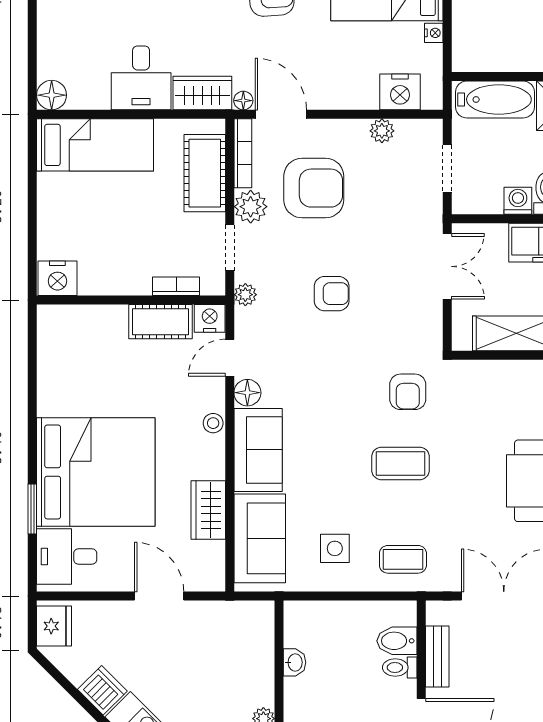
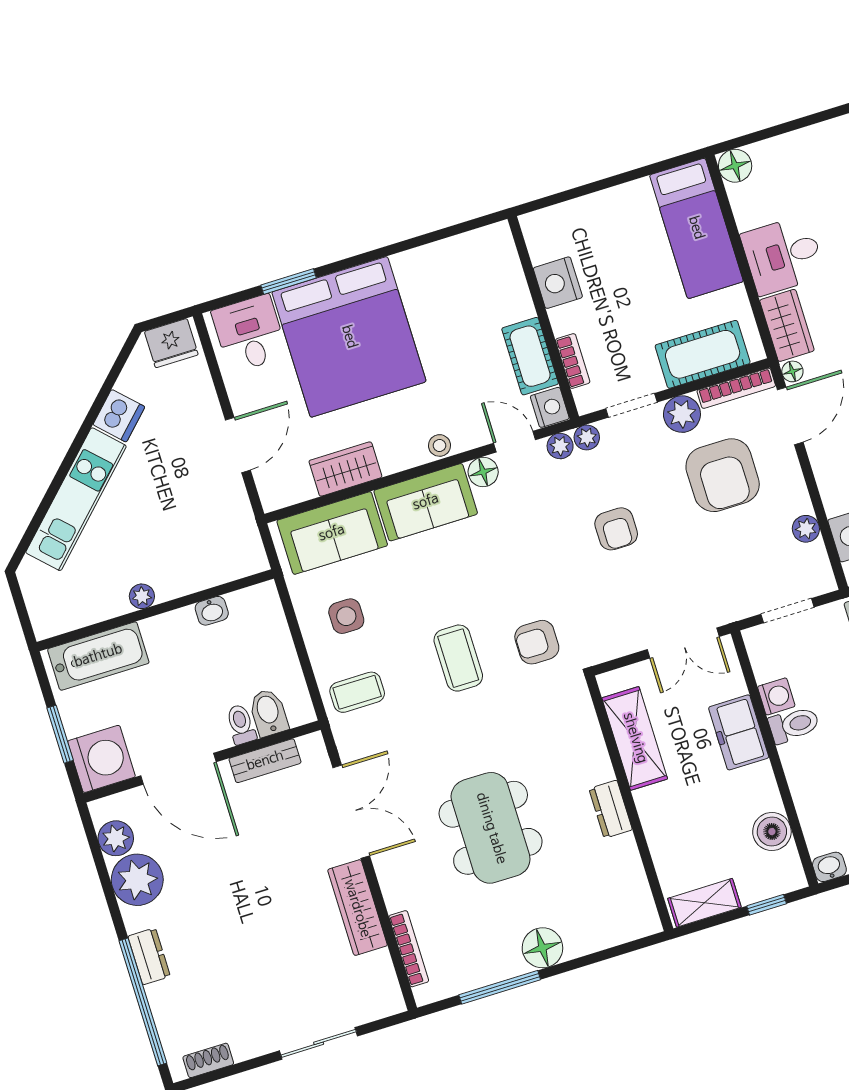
nightstand: (57, 278) -> (558, 283), moved
plant: (246, 320) -> (560, 446), added
coffee table: (403, 559) -> (357, 692), turned 90

